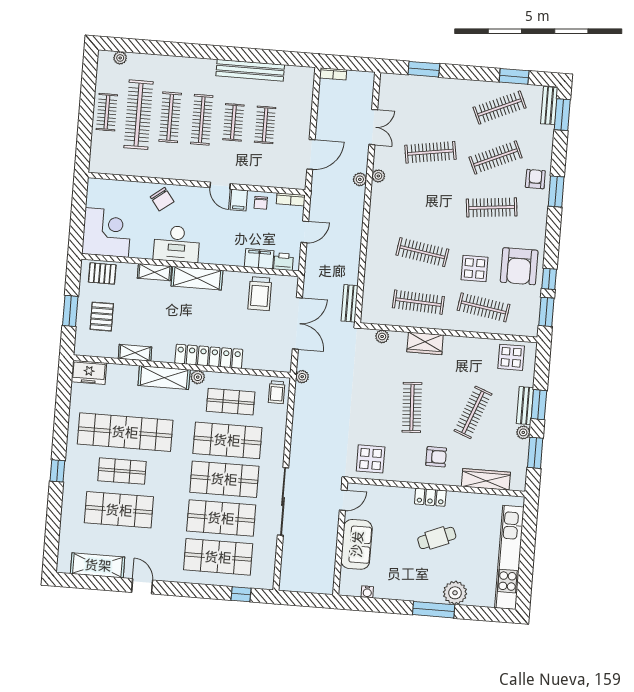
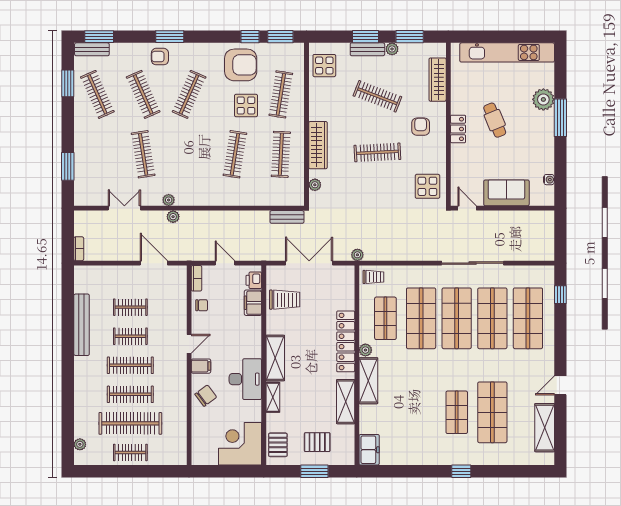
filing cabinet: (239, 200) -> (201, 366), moved
clothes rail: (492, 207) -> (189, 94), turned 30
wardrobe: (425, 343) -> (318, 145), width x1.50
shelving: (135, 353) -> (346, 402), width x1.50, depth x1.33
shop shelf: (125, 432) -> (421, 412), removed

